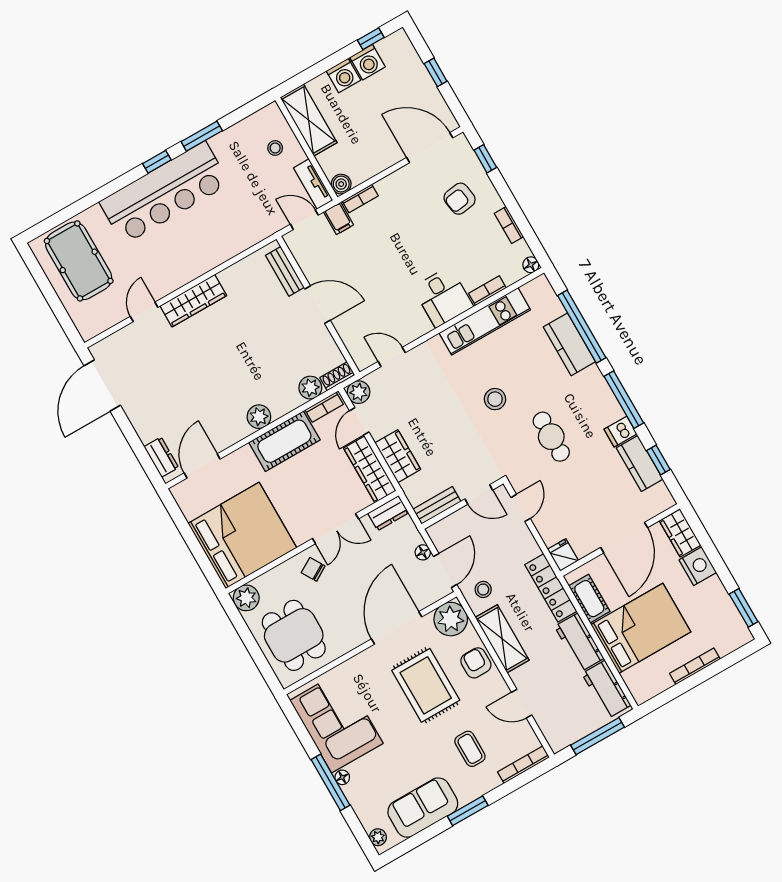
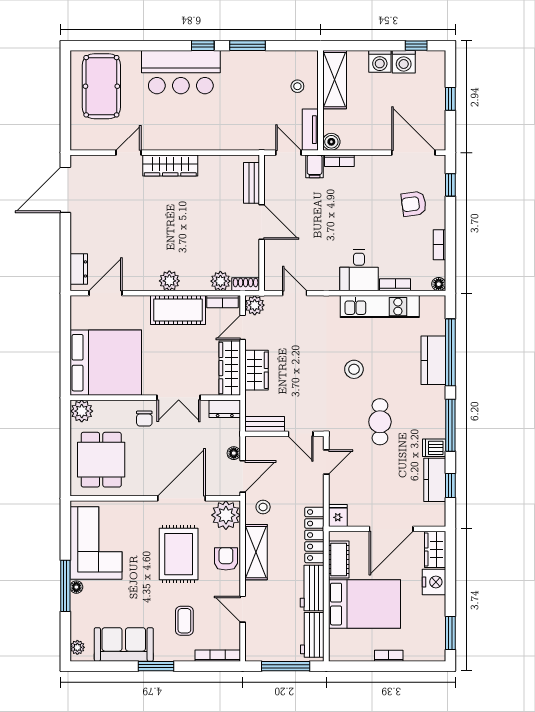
bar counter: (164, 193) -> (181, 72), width x0.73
chair: (313, 569) -> (144, 419), turned -149
bookcase: (695, 666) -> (389, 656), width x0.64

